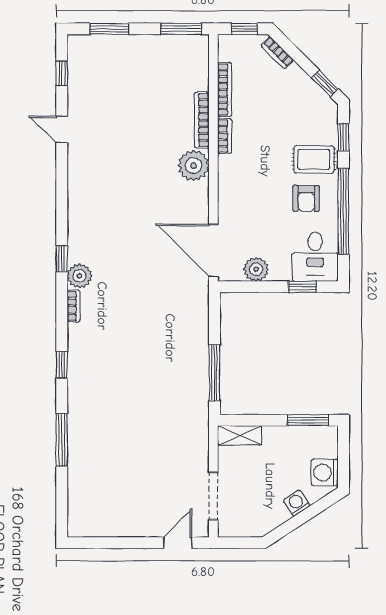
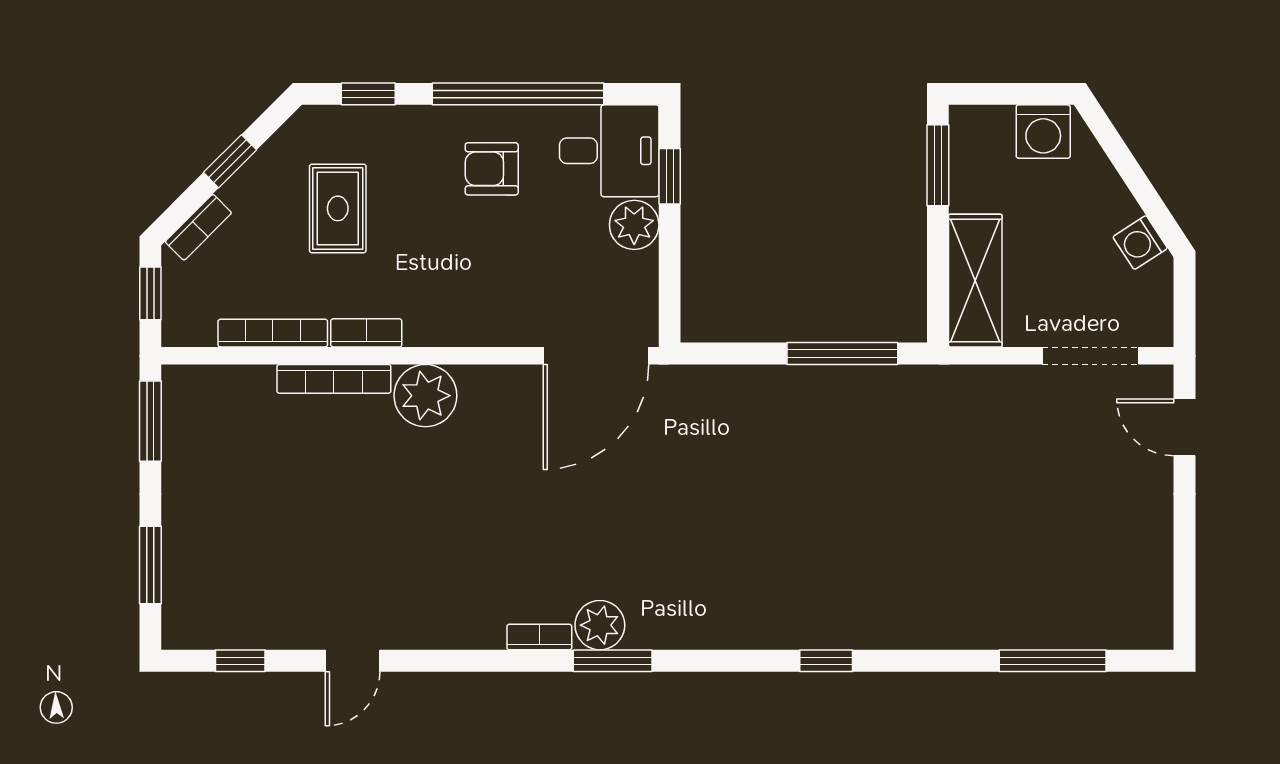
window: (325, 83) -> (230, 161), moved
rug: (314, 159) -> (338, 208), moved
armchair: (306, 198) -> (492, 169), turned 180
window: (62, 259) -> (613, 661), width x1.50
plant: (256, 269) -> (634, 225), moved
plant: (79, 276) -> (600, 625), moved
bookcase: (74, 306) -> (539, 637), moved
shelving: (240, 435) -> (975, 281), width x1.50, depth x1.33
window: (62, 440) -> (1053, 661), moved
washing machine: (297, 503) -> (1140, 243), moved

